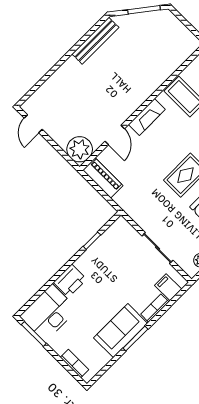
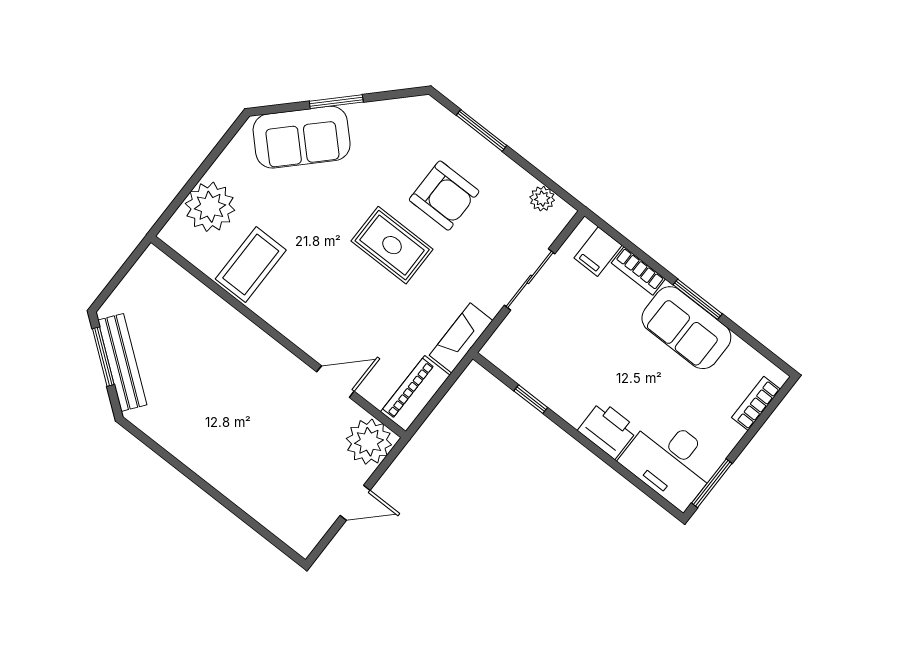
bench: (95, 41) -> (122, 362), moved, turned 38
fireplace: (147, 117) -> (461, 338), moved, turned -90
door: (33, 124) -> (355, 503), moved

